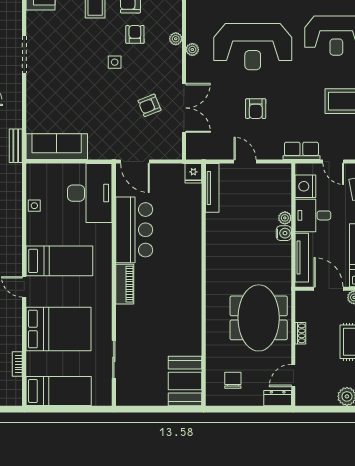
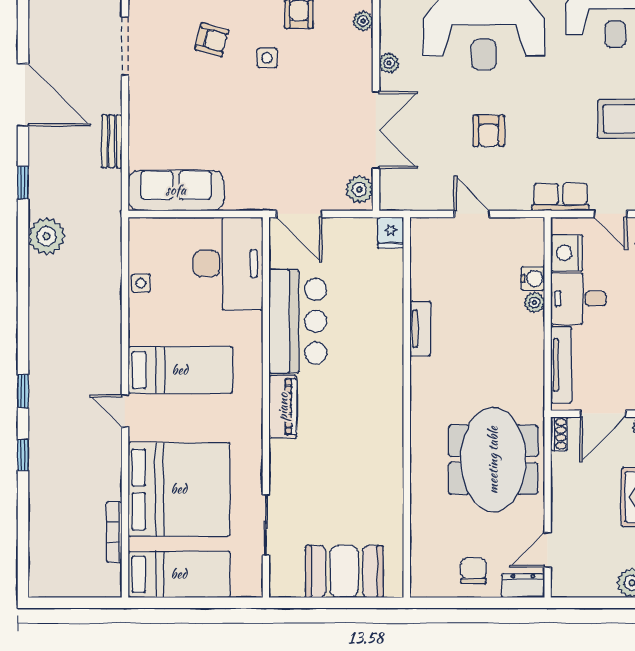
plant: (192, 49) -> (389, 63), moved
armchair: (149, 105) -> (212, 40), moved, turned -143
bench: (16, 146) -> (112, 141), moved
plant: (173, 146) -> (359, 189), added
tv unit: (212, 188) -> (420, 329), moved, width x0.71
water cooler: (284, 233) -> (533, 278), moved
door: (329, 289) -> (603, 414), swing flipped
bed: (59, 329) -> (179, 489), width x1.36
shoe rack: (300, 333) -> (559, 434), moved
bookcase: (17, 364) -> (114, 532), width x1.56
chair: (233, 380) -> (473, 571), moved
booth: (185, 381) -> (344, 572), moved, turned 90

